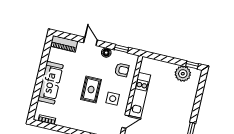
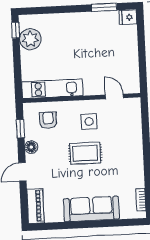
kitchen unit: (140, 95) -> (52, 89), moved

